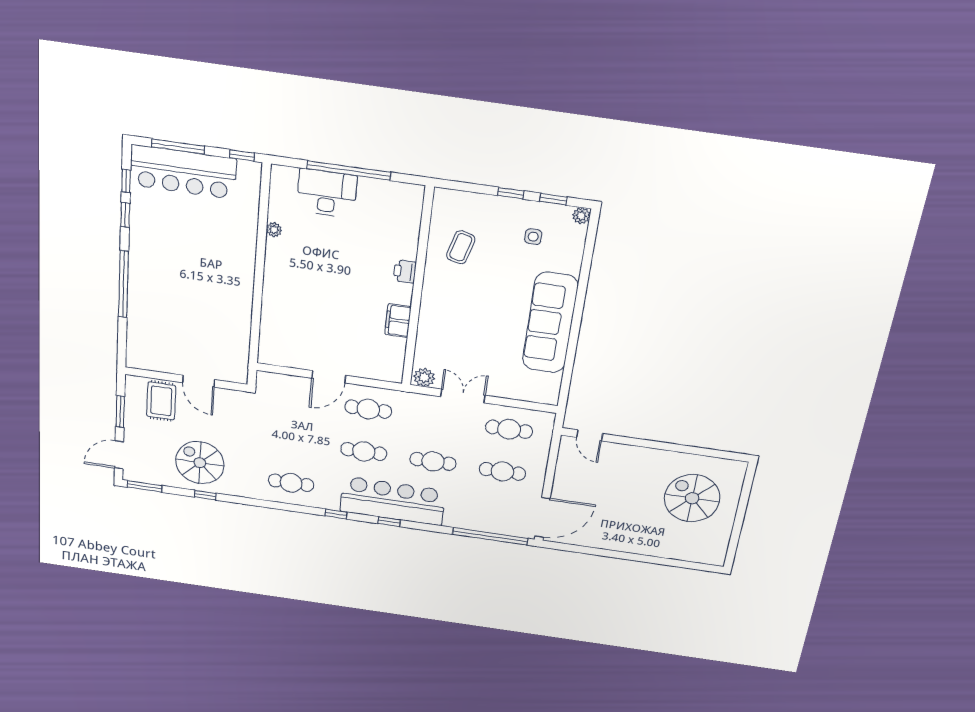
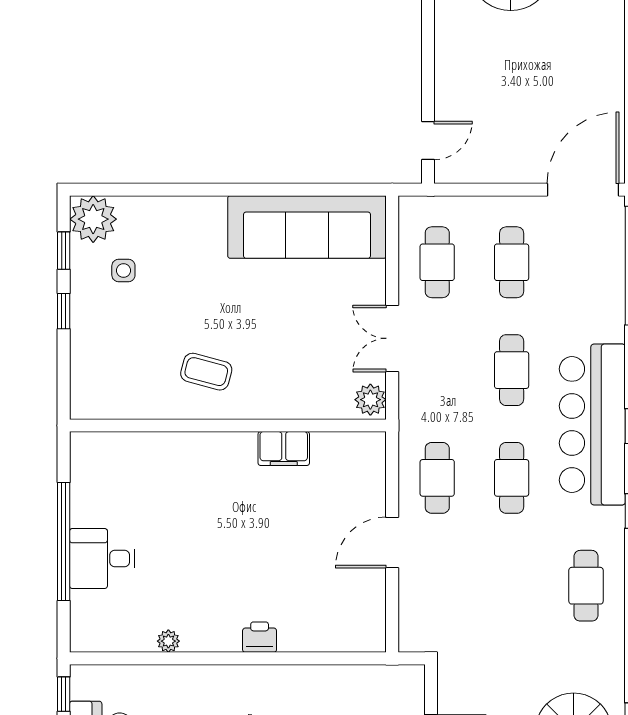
desk: (327, 193) -> (102, 559), width x0.73
plant: (581, 216) -> (93, 219), width x1.88, depth x1.88
coffee table: (461, 247) -> (206, 372), moved
printer: (405, 271) -> (260, 637), moved, turned 180
sofa: (550, 323) -> (307, 227), moved
door: (329, 377) -> (392, 543), swing flipped
door: (543, 517) -> (583, 190), hinge flipped

